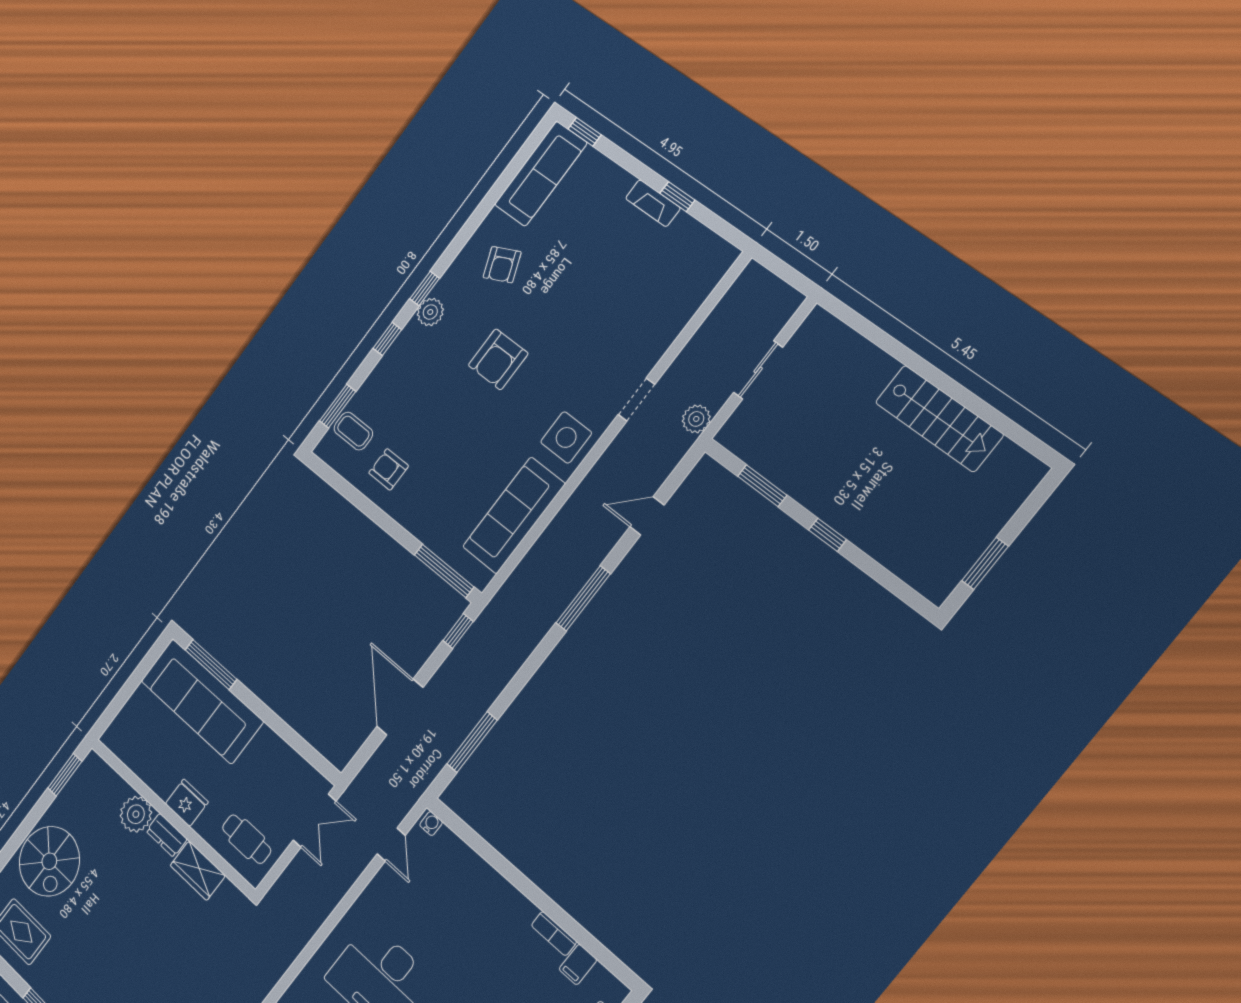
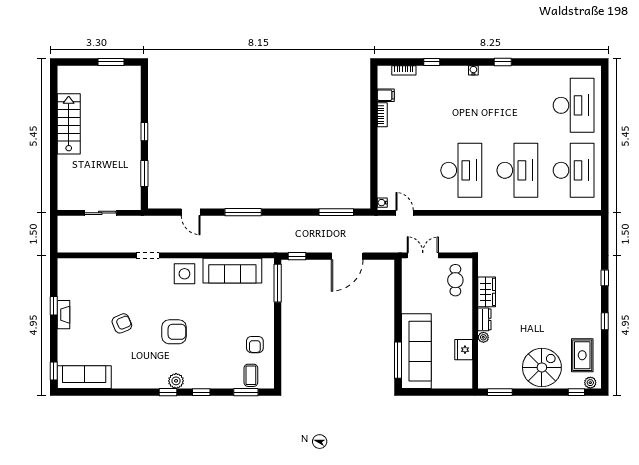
armchair: (502, 265) -> (122, 323), moved
plant: (696, 419) -> (138, 223), removed
fridge: (187, 803) -> (464, 350), moved
plant: (136, 814) -> (483, 337), width x0.53, depth x0.53
door: (391, 845) -> (405, 213), hinge flipped

